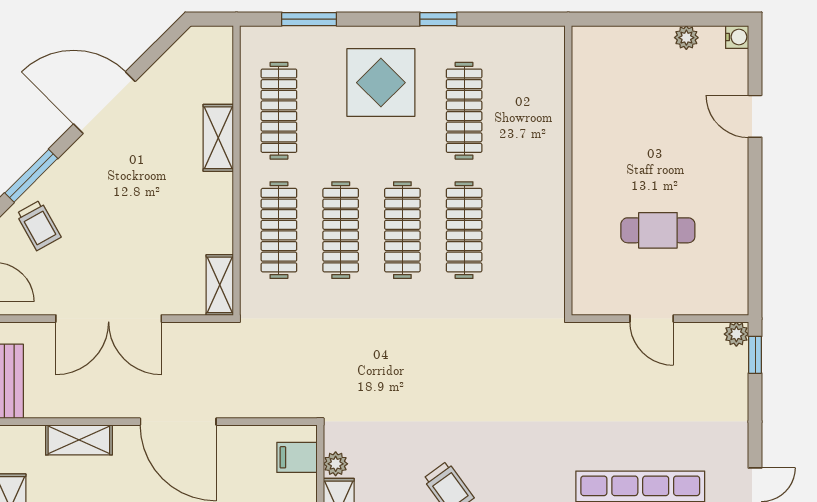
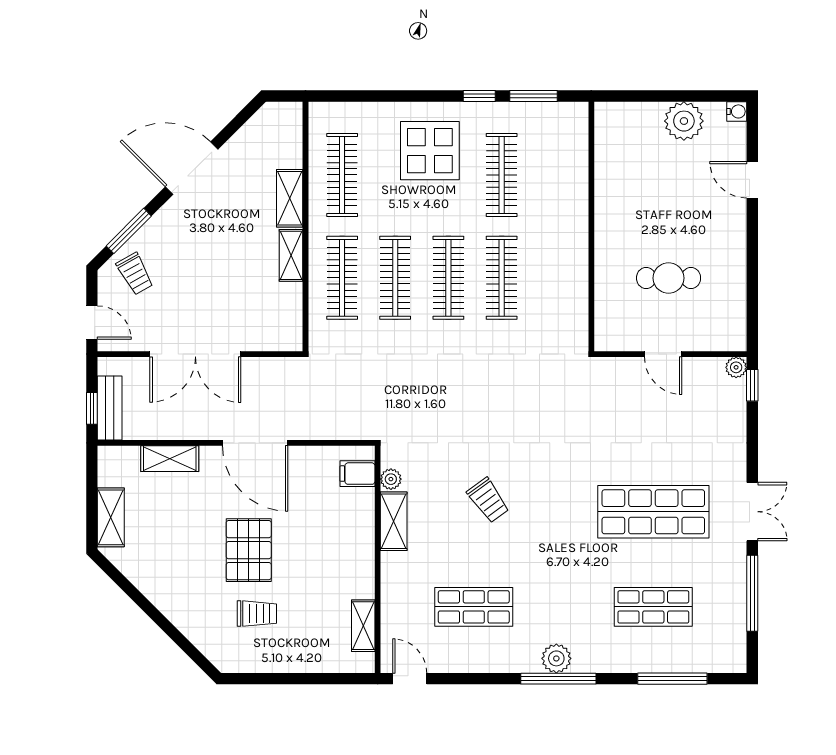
window: (309, 19) -> (533, 96), moved
plant: (686, 38) -> (684, 121), width x1.88, depth x1.88
shelving: (220, 285) -> (291, 255), moved

